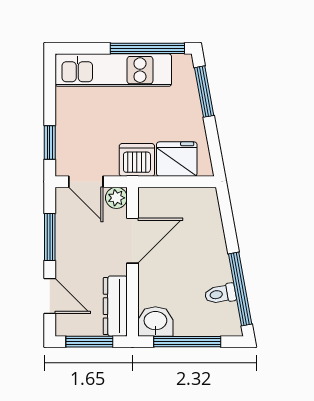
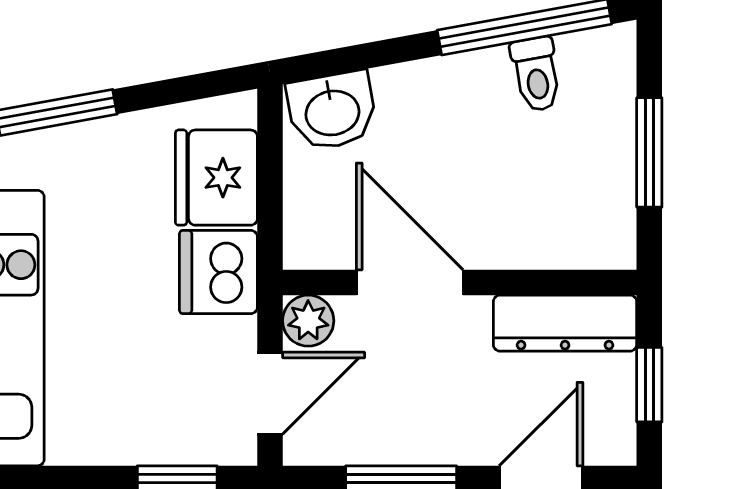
washbasin: (155, 321) -> (332, 111), moved, turned -100
window: (89, 342) -> (649, 385), width x0.67
window: (187, 342) -> (649, 152), width x0.69

